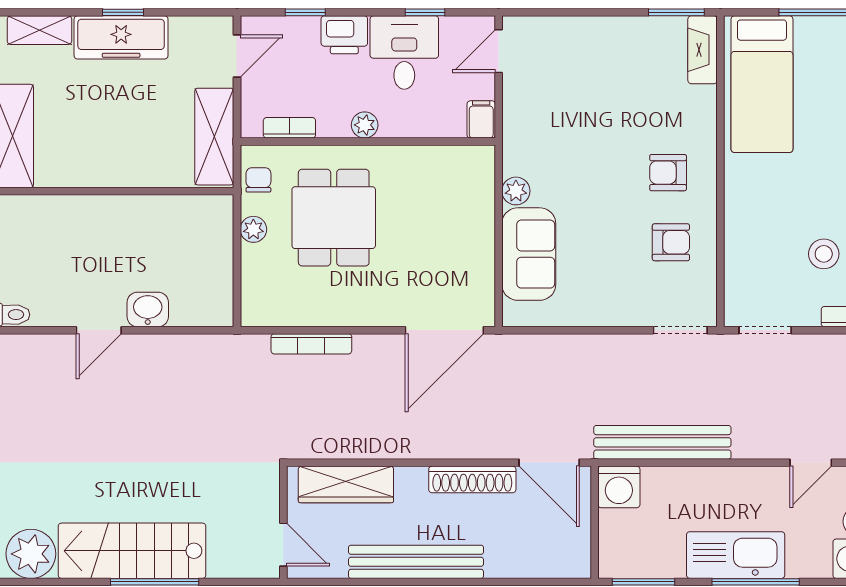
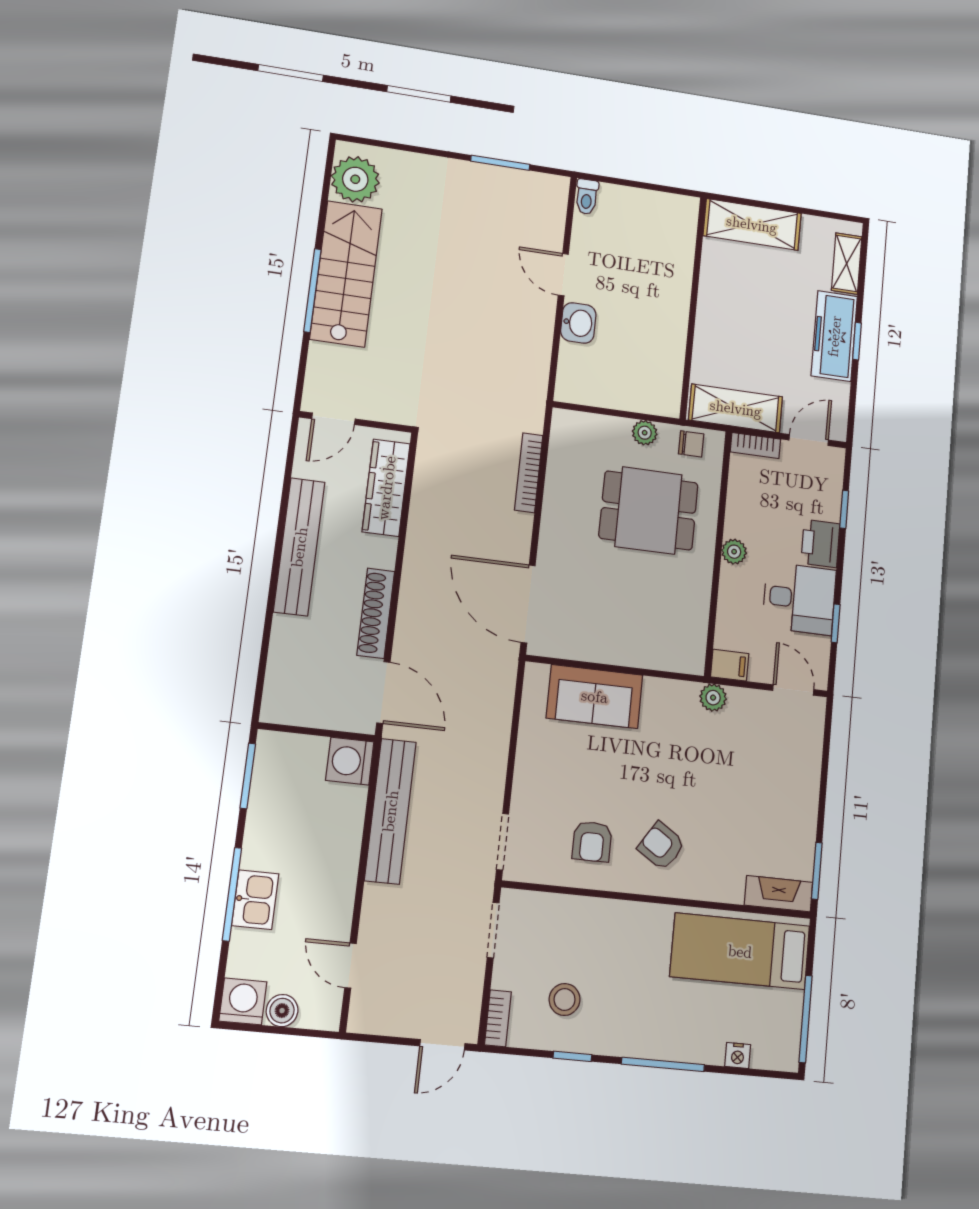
door: (237, 56) -> (809, 440), swing flipped
bookcase: (289, 128) -> (755, 446), moved, turned 90
armchair: (668, 173) -> (661, 846), turned -57
plant: (516, 191) -> (713, 698), moved
door: (549, 463) -> (383, 693), swing flipped
kitchen sink: (736, 555) -> (255, 900), width x0.53, depth x0.81

